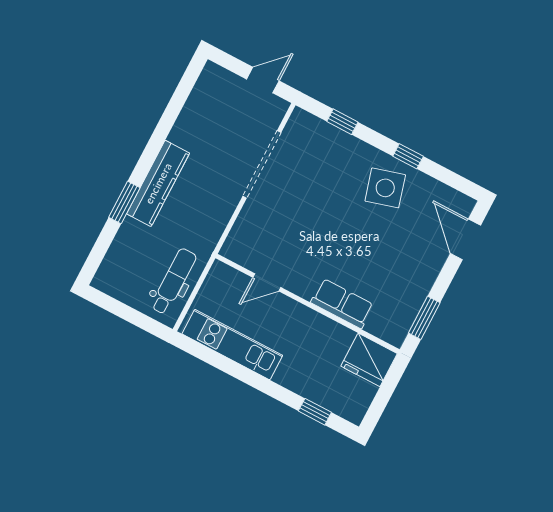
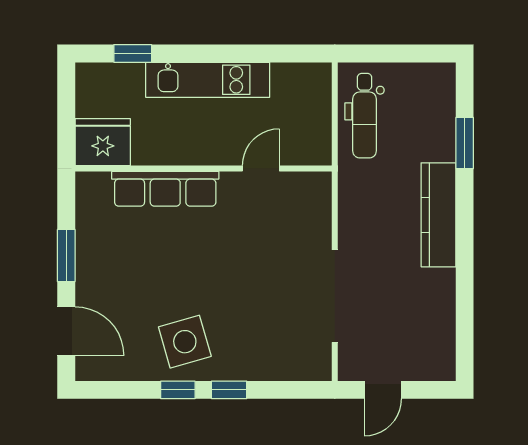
window: (342, 122) -> (229, 390), moved
window: (124, 202) -> (465, 143), moved
row of seats: (342, 304) -> (165, 189), width x1.48
window: (424, 318) -> (66, 255), moved
kitchen unit: (232, 345) -> (208, 80), moved

